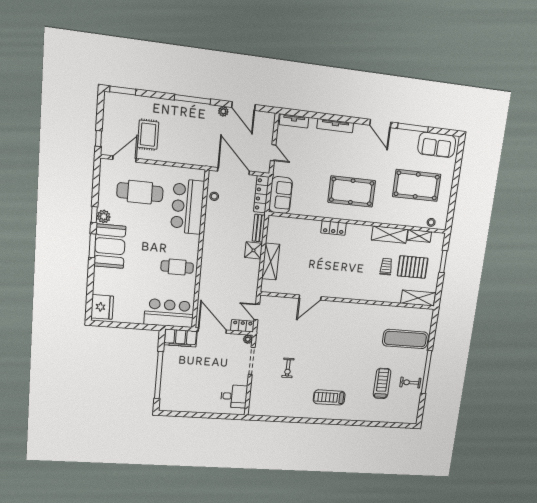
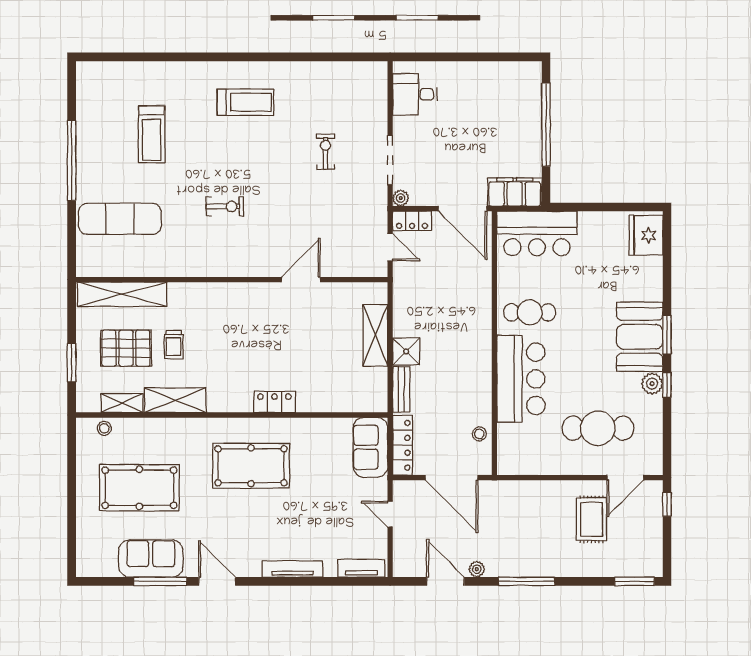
sofa: (437, 145) -> (151, 559), moved
bar counter: (187, 207) -> (521, 379), moved
shelving: (418, 298) -> (122, 294), width x1.47
exercise bike: (410, 383) -> (225, 206), moved

